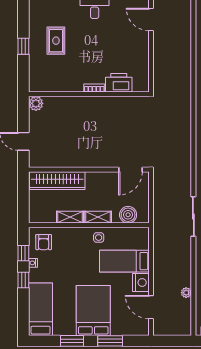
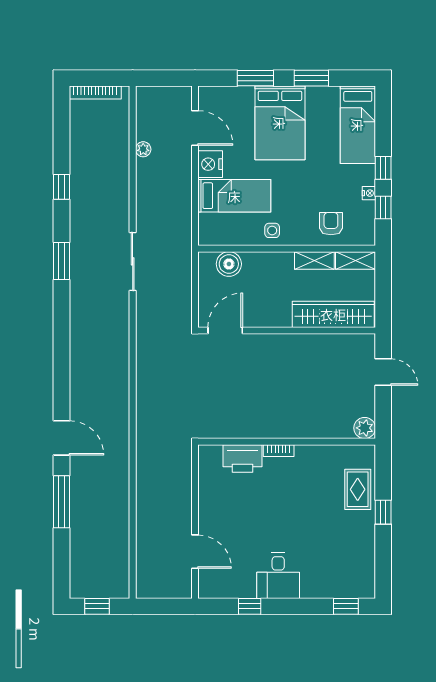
rug: (56, 41) -> (358, 489), moved
shelving: (98, 217) -> (355, 260), moved
armchair: (44, 242) -> (331, 224), moved

